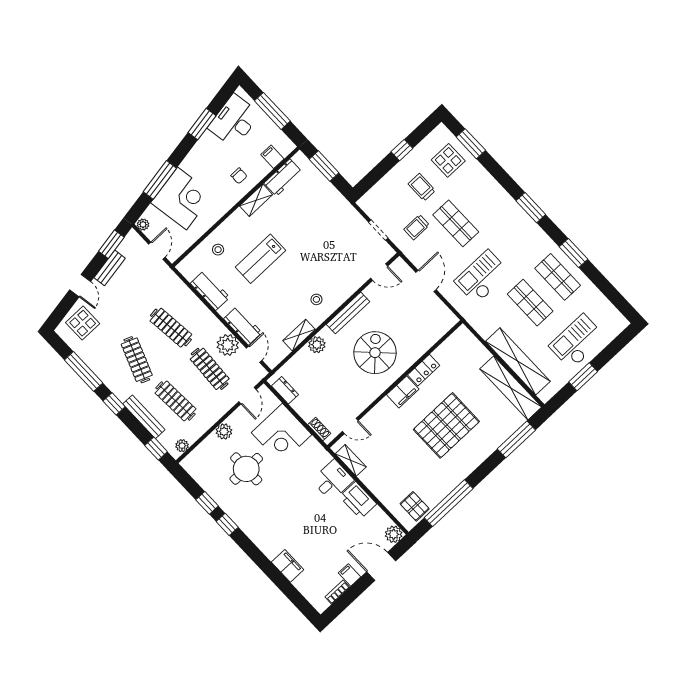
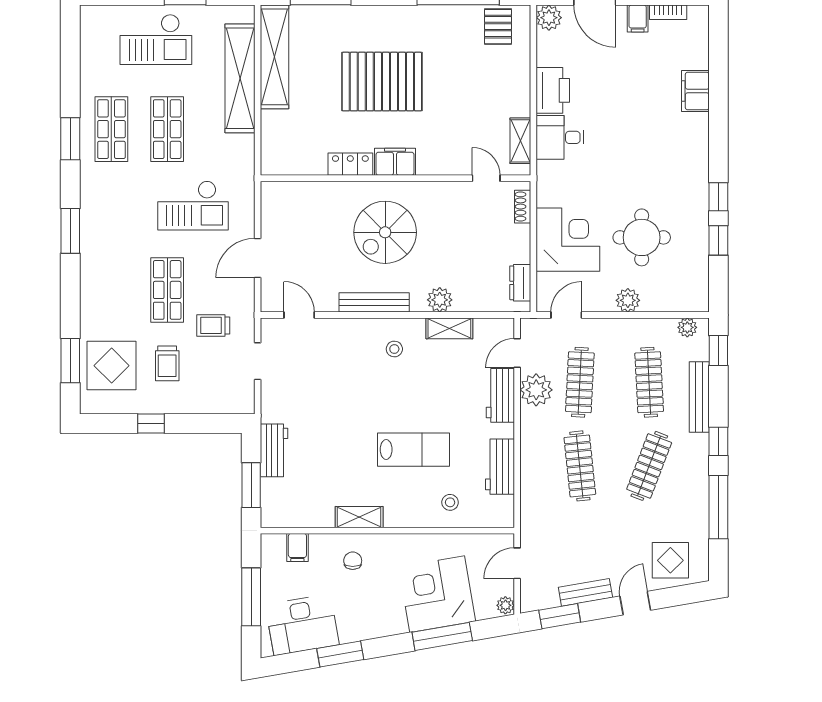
display table: (448, 160) -> (112, 366), width x1.36, depth x1.36
workbench: (283, 178) -> (274, 450), moved, turned 90
trolley: (417, 227) -> (213, 325), turned 180

